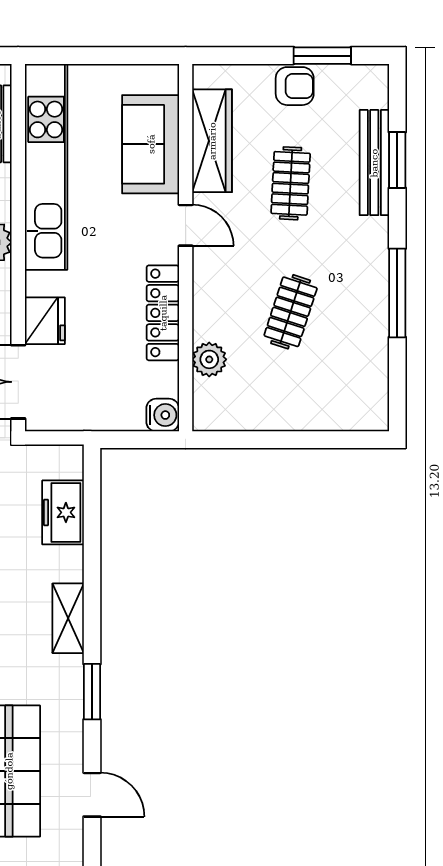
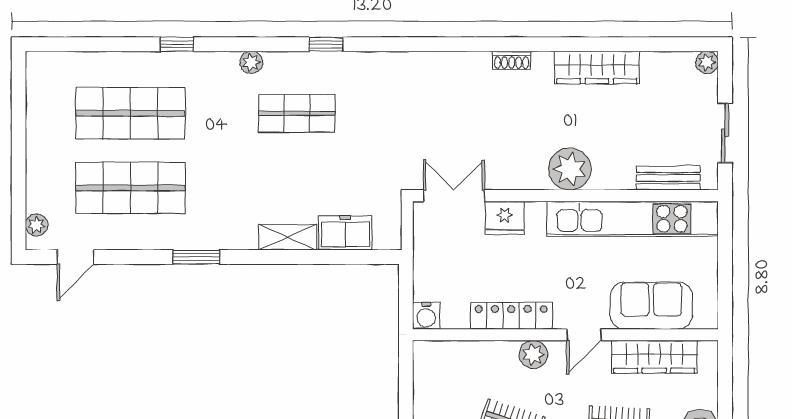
plant: (209, 359) -> (533, 354), moved
shelving: (68, 618) -> (288, 237), moved
door: (92, 795) -> (75, 257), moved

